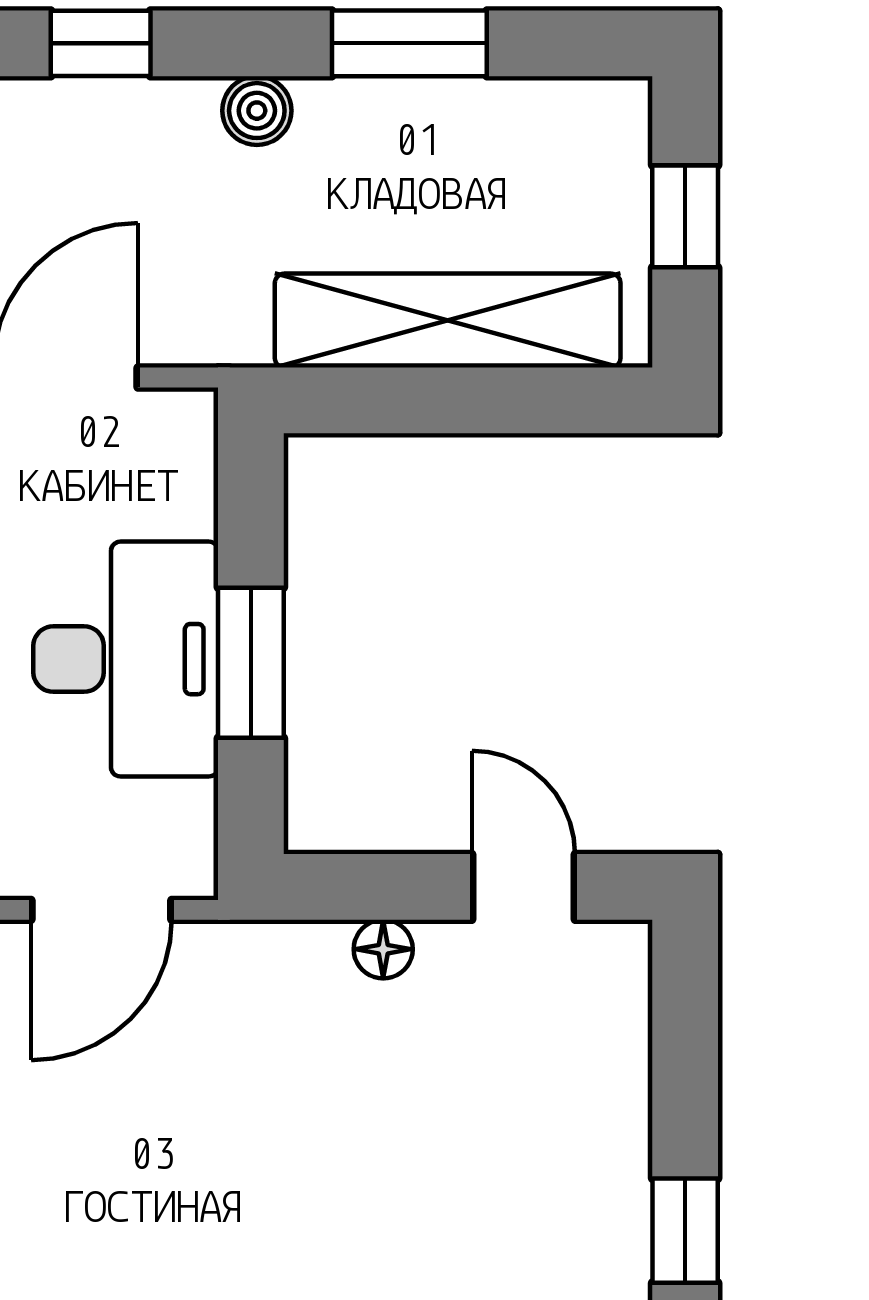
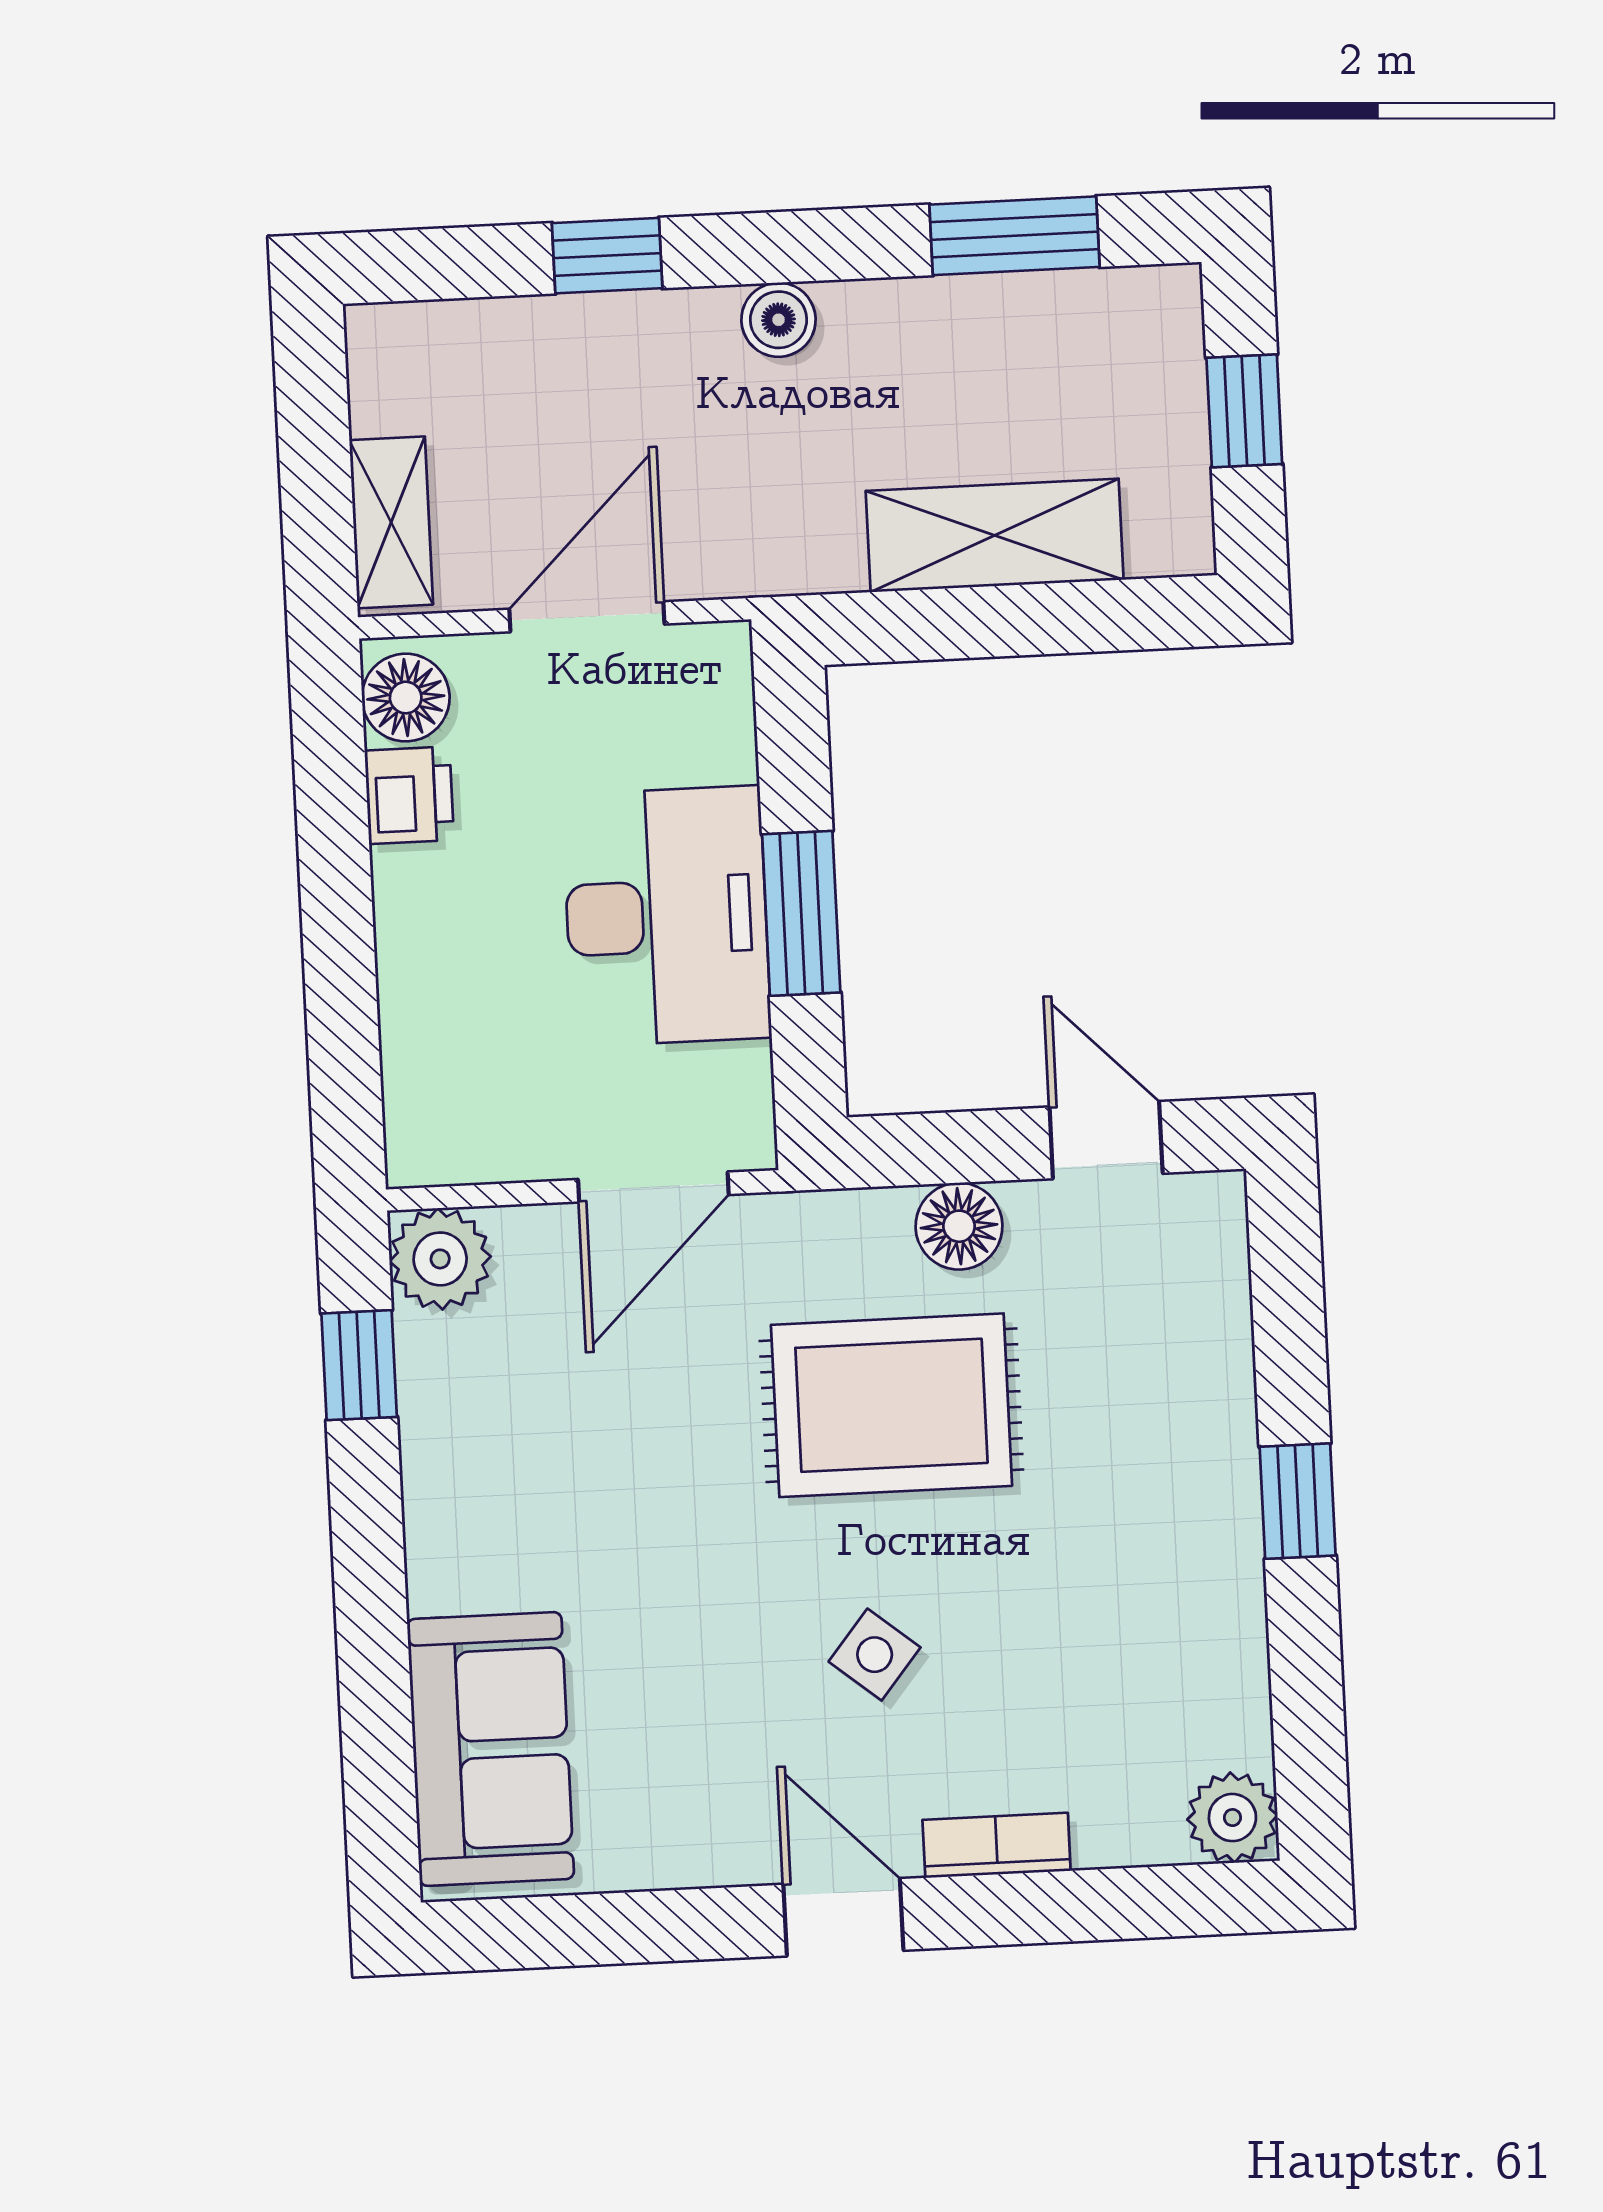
window: (409, 43) -> (1015, 236), moved
shelving: (448, 321) -> (995, 535), width x0.68
floor lamp: (383, 949) -> (959, 1226), width x1.37, depth x1.37
rug: (312, 1123) -> (891, 1405), added

